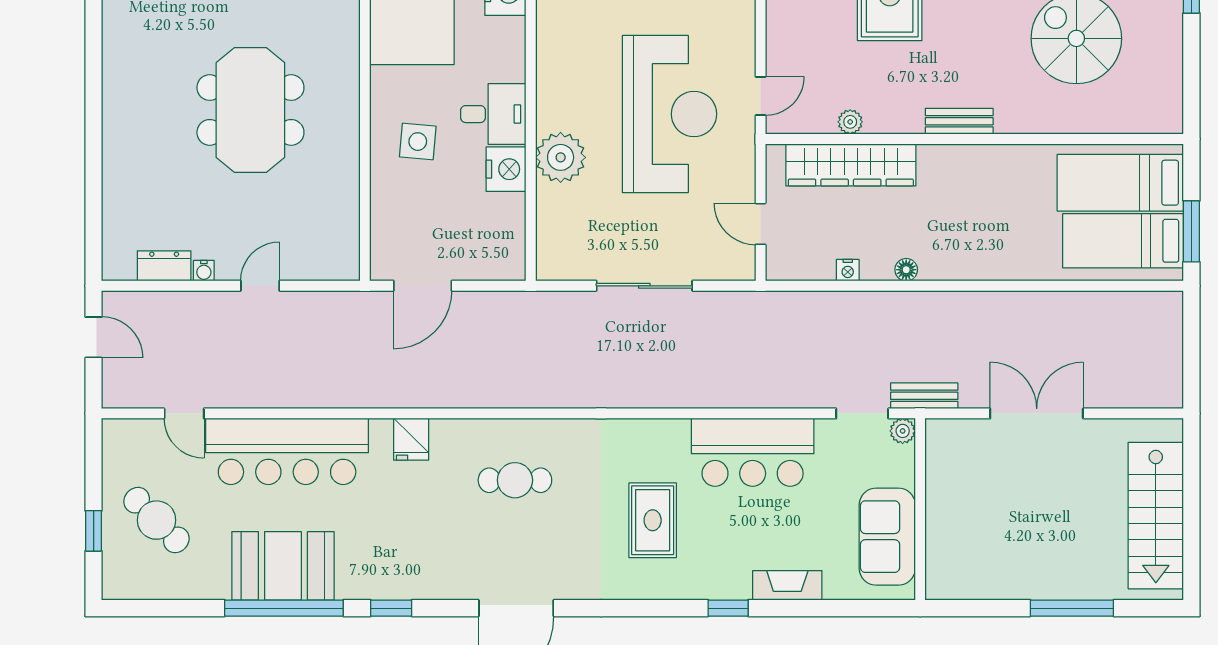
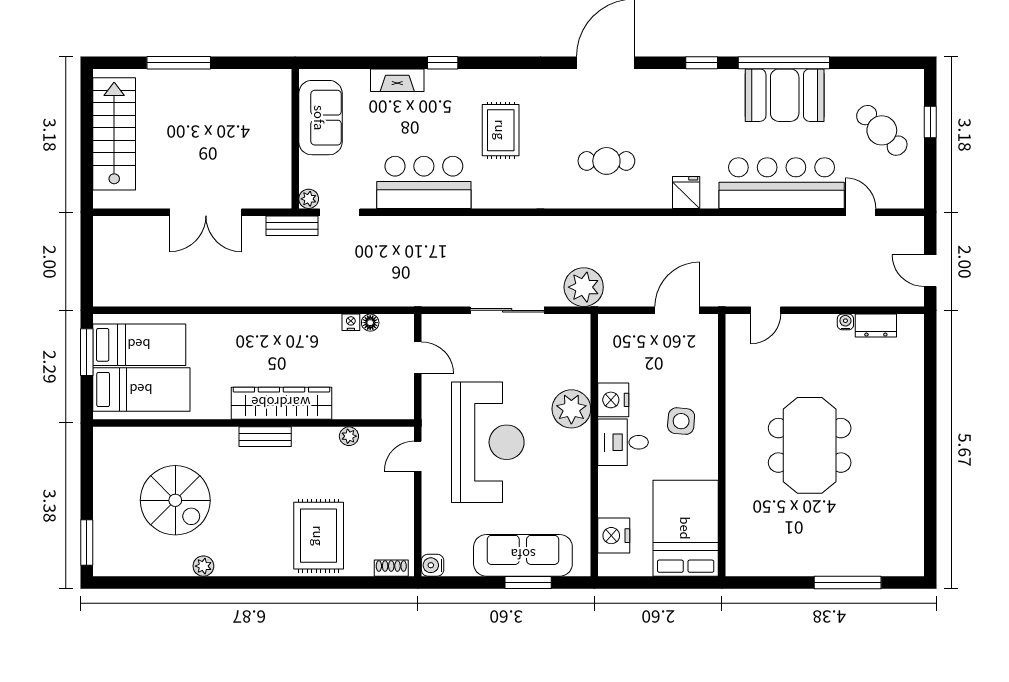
reception desk: (669, 114) -> (488, 442), turned 180
wardrobe: (851, 165) -> (281, 403), moved
floor lamp: (906, 270) -> (370, 323), moved
door: (260, 286) -> (766, 310), moved
plant: (545, 316) -> (584, 287), added

